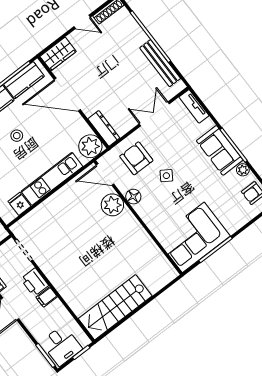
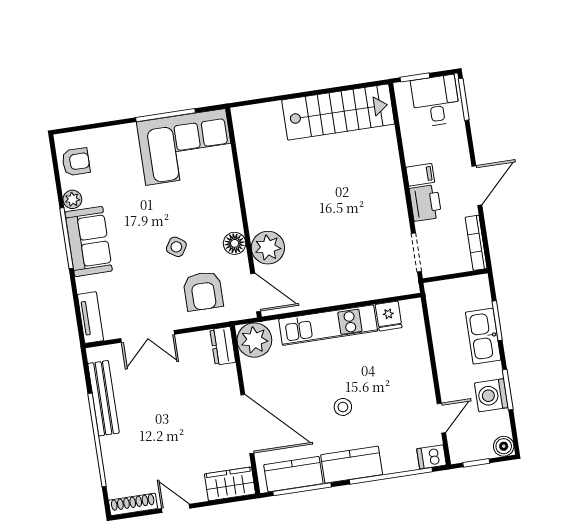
dresser: (104, 128) -> (223, 346), width x0.70

